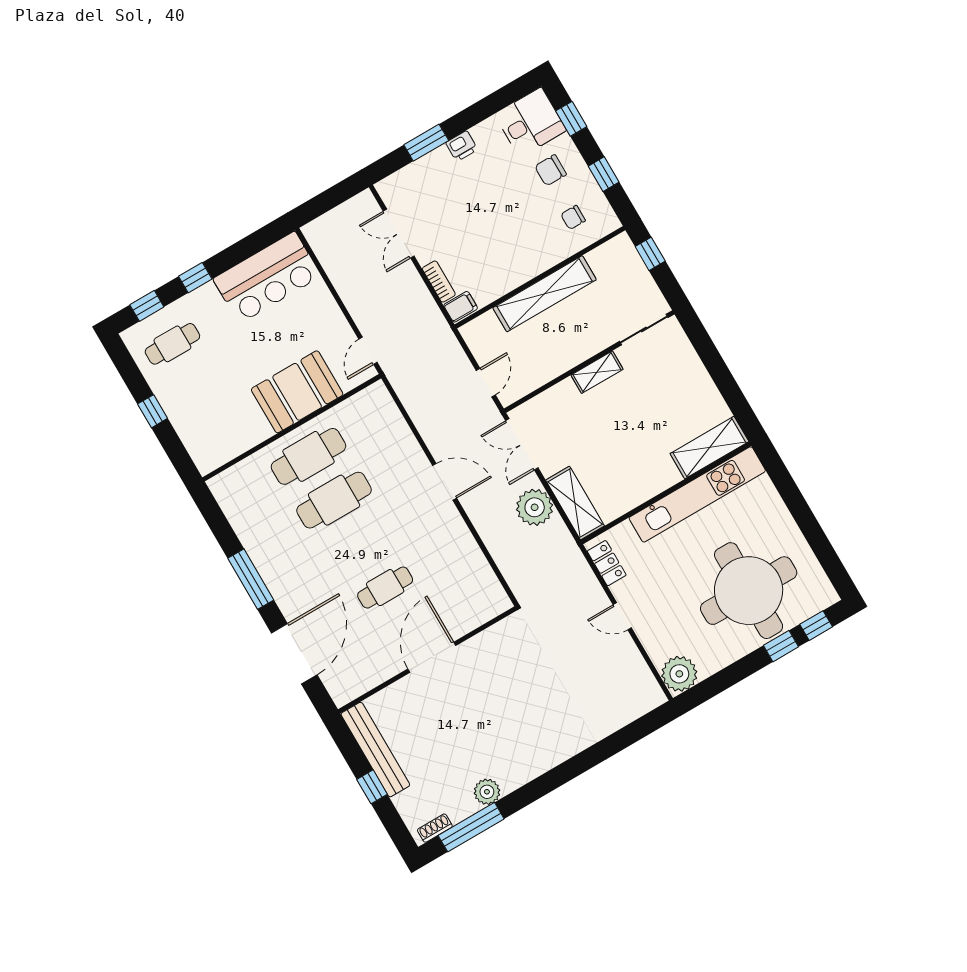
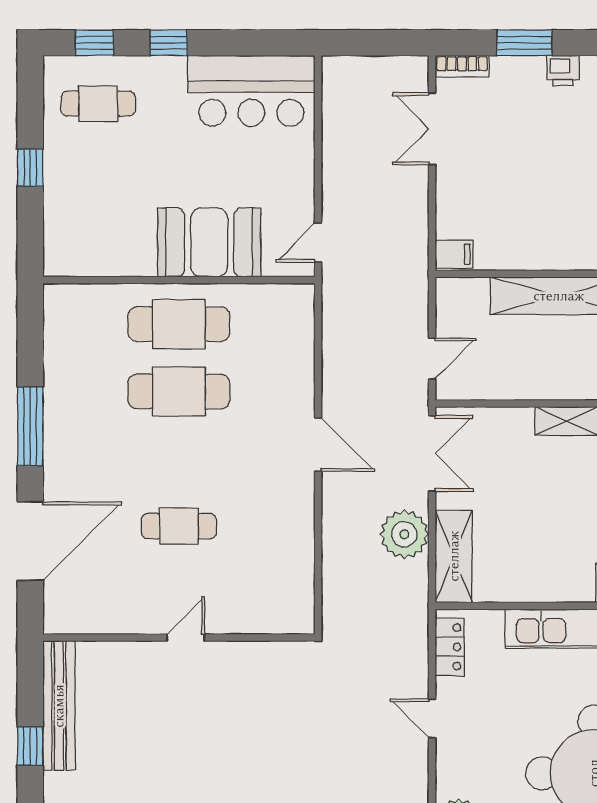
bookcase: (439, 281) -> (462, 66), moved, turned 90
double door: (522, 444) -> (432, 453), swing flipped
door: (432, 657) -> (186, 638), width x0.53

